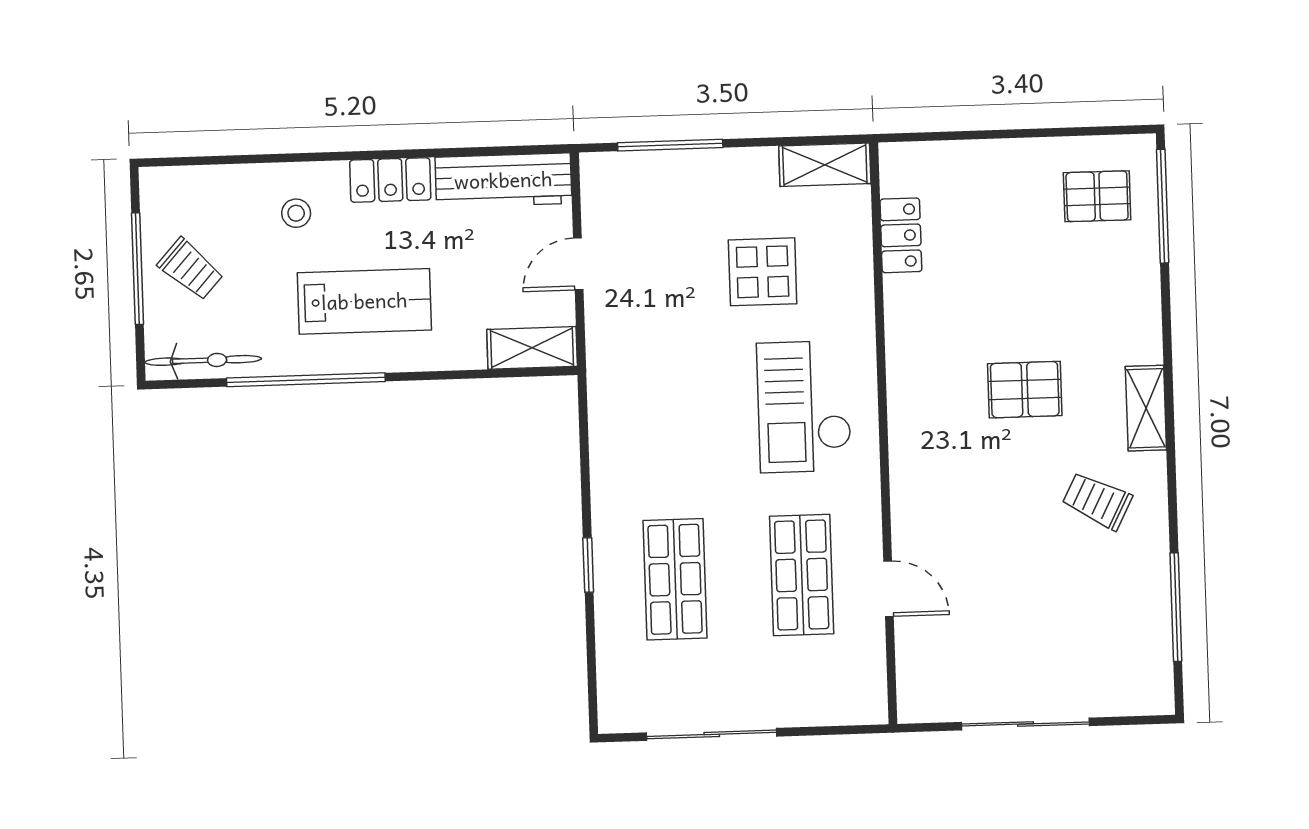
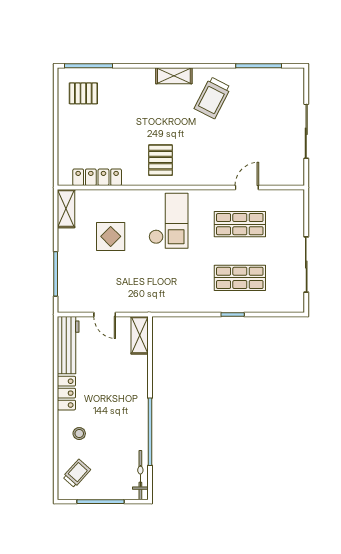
pallet: (1097, 196) -> (83, 93), turned 90
locker: (901, 235) -> (97, 177), width x1.53
trolley: (191, 269) -> (77, 473), moved
lab bench: (364, 301) -> (118, 406), removed
pallet: (1025, 390) -> (161, 160), moved
checkout: (804, 407) -> (168, 221), turned -90
trolley: (1097, 501) -> (213, 98), width x1.36, depth x1.39

